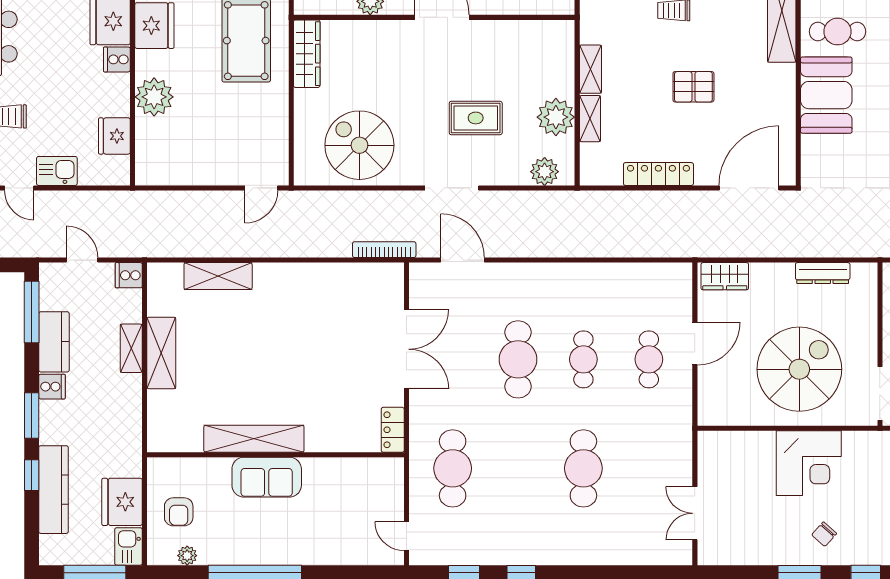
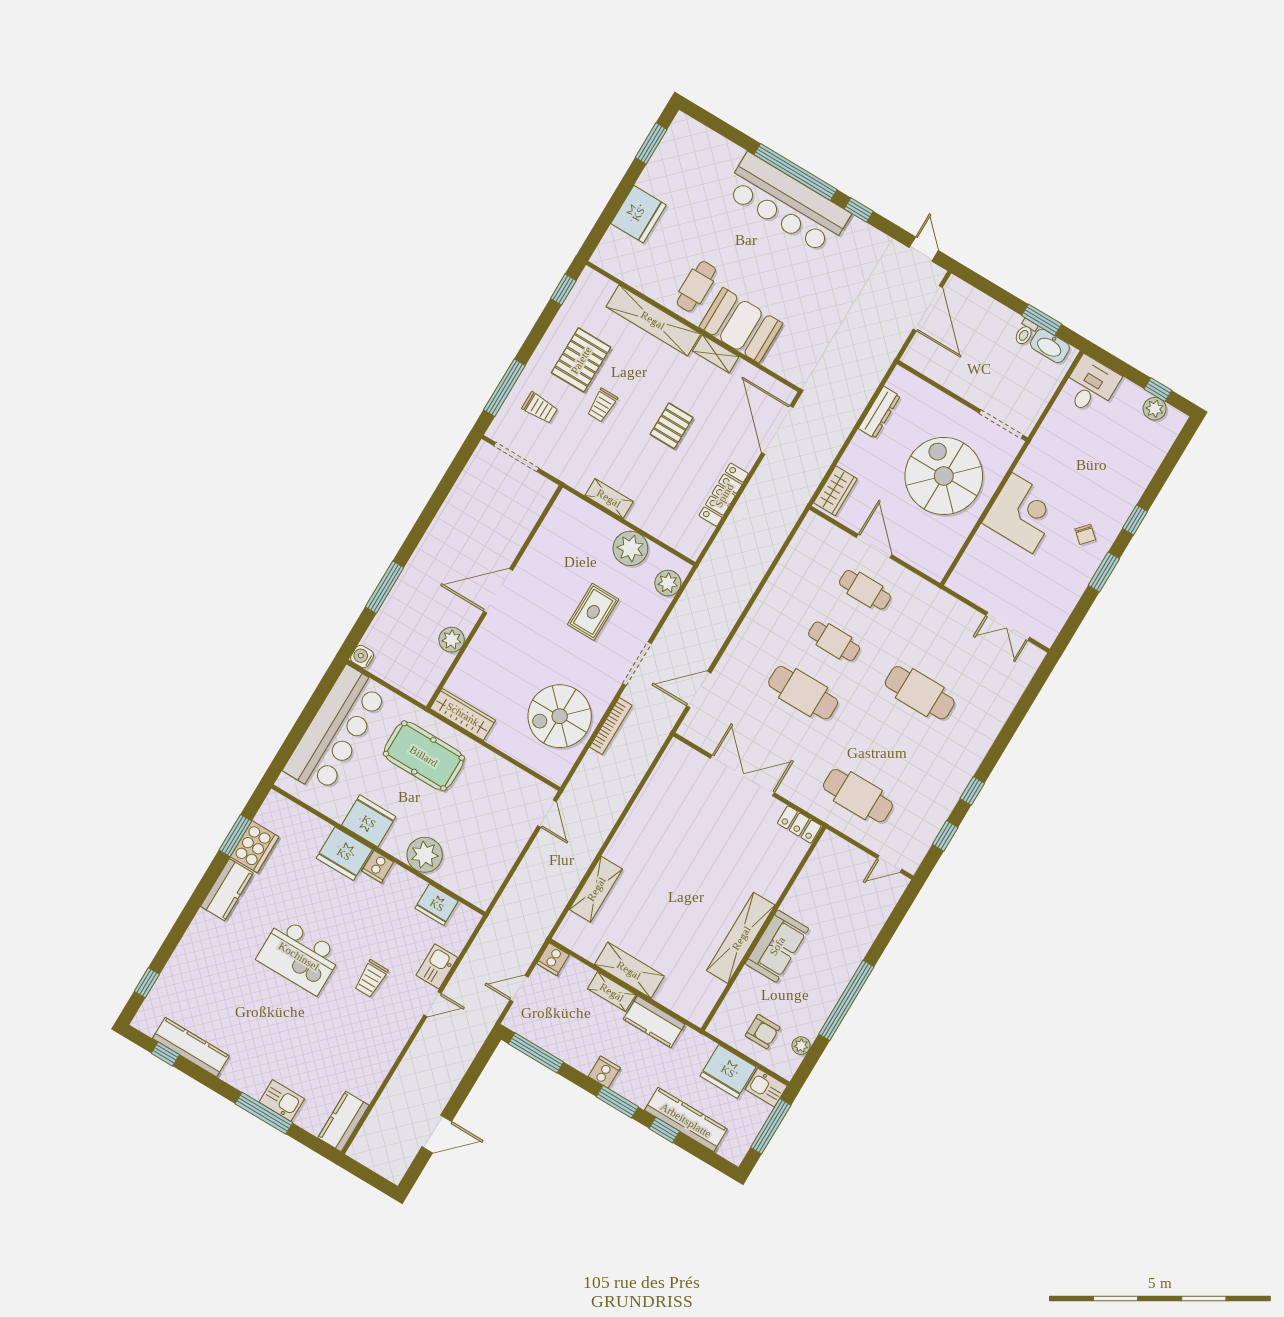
shelving: (590, 119) -> (716, 354), moved
bookcase: (384, 250) -> (611, 726), moved, turned 180
kitchen counter: (54, 342) -> (654, 1022), moved, turned 180

